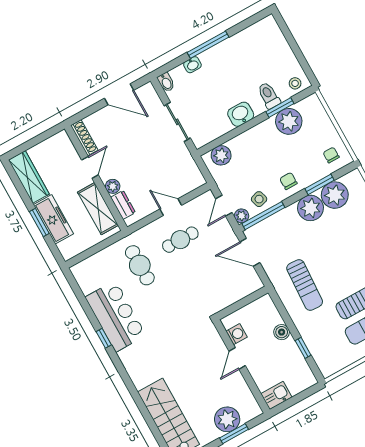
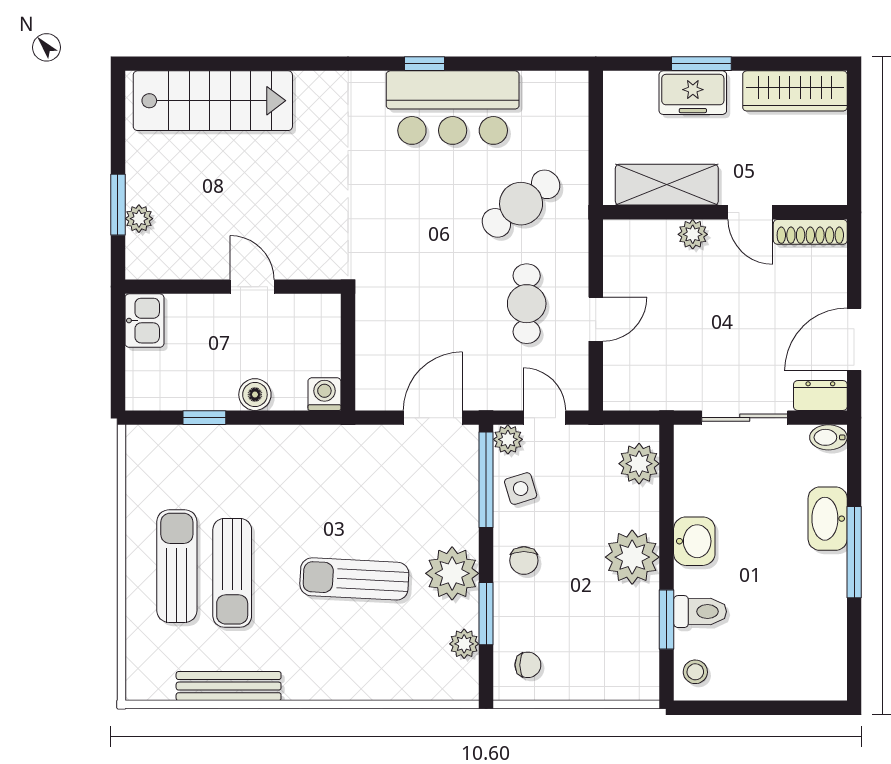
washbasin: (192, 65) -> (828, 519), width x1.91, depth x1.45
plant: (289, 121) -> (632, 557), moved
chair: (288, 181) -> (524, 560), turned 90
plant: (335, 195) -> (464, 644), width x0.53, depth x0.53
dresser: (123, 205) -> (820, 395), moved, turned 180
freezer: (53, 219) -> (693, 93), width x0.71
cafe table: (140, 265) -> (521, 204), turned -38
sun lounger: (305, 285) -> (354, 579), moved
washing machine: (237, 334) -> (324, 394), moved, turned 180
plant: (227, 419) -> (139, 219), width x0.53, depth x0.53

